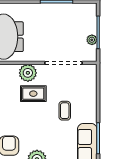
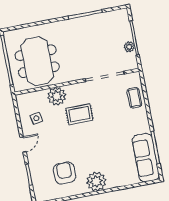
plant: (28, 73) -> (57, 96), moved
coffee table: (65, 111) -> (134, 98), moved

